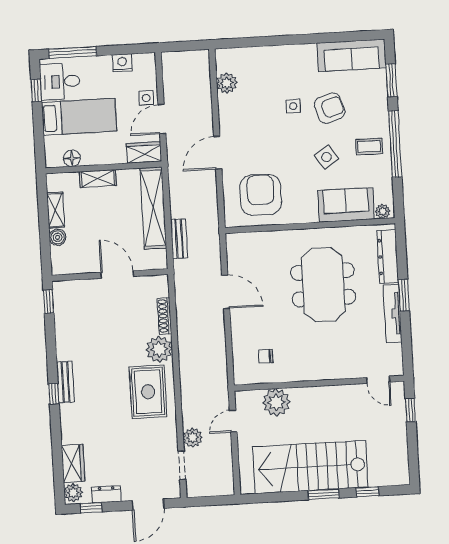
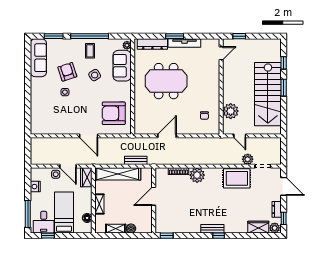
plant: (227, 83) -> (50, 129), removed
rug: (148, 392) -> (237, 178), moved

